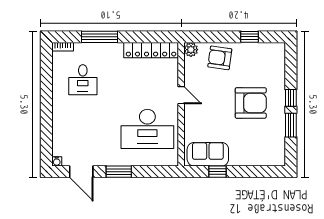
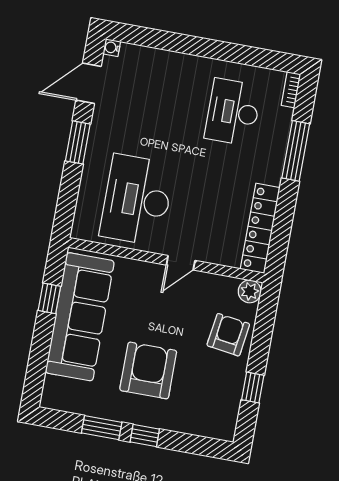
desk: (83, 80) -> (233, 112), width x1.37
armchair: (251, 103) -> (148, 370), turned 180
sofa: (208, 154) -> (80, 317), width x1.85, depth x1.27

